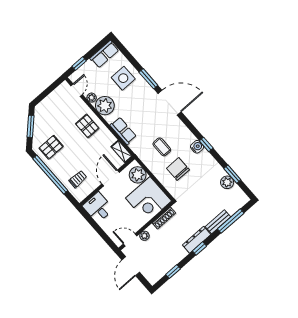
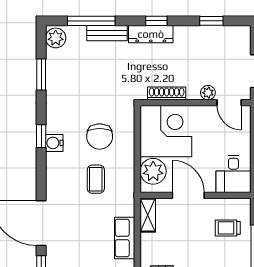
door: (111, 178) -> (188, 195), swing flipped
plant: (227, 182) -> (56, 38), moved

